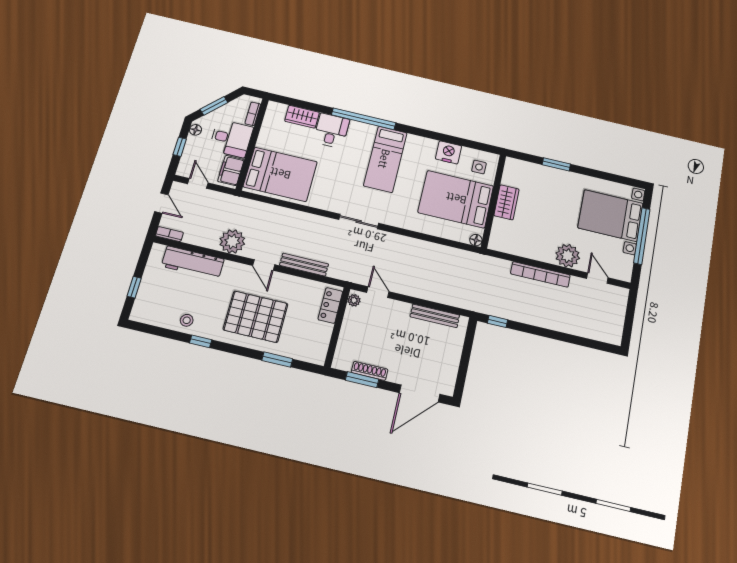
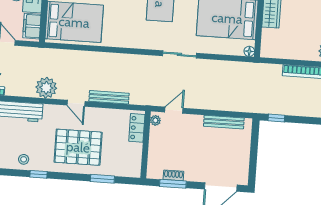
sliding door: (359, 221) -> (179, 54), moved
door: (378, 292) -> (174, 110), hinge flipped
shoe rack: (370, 371) -> (173, 175), width x0.70

